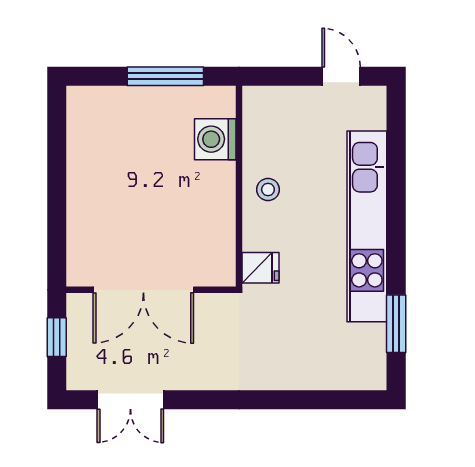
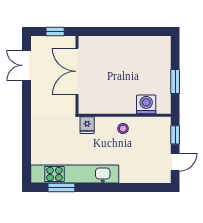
window: (165, 76) -> (175, 81), width x0.69
window: (281, 76) -> (175, 135), added
kitchen unit: (367, 226) -> (75, 174), moved

